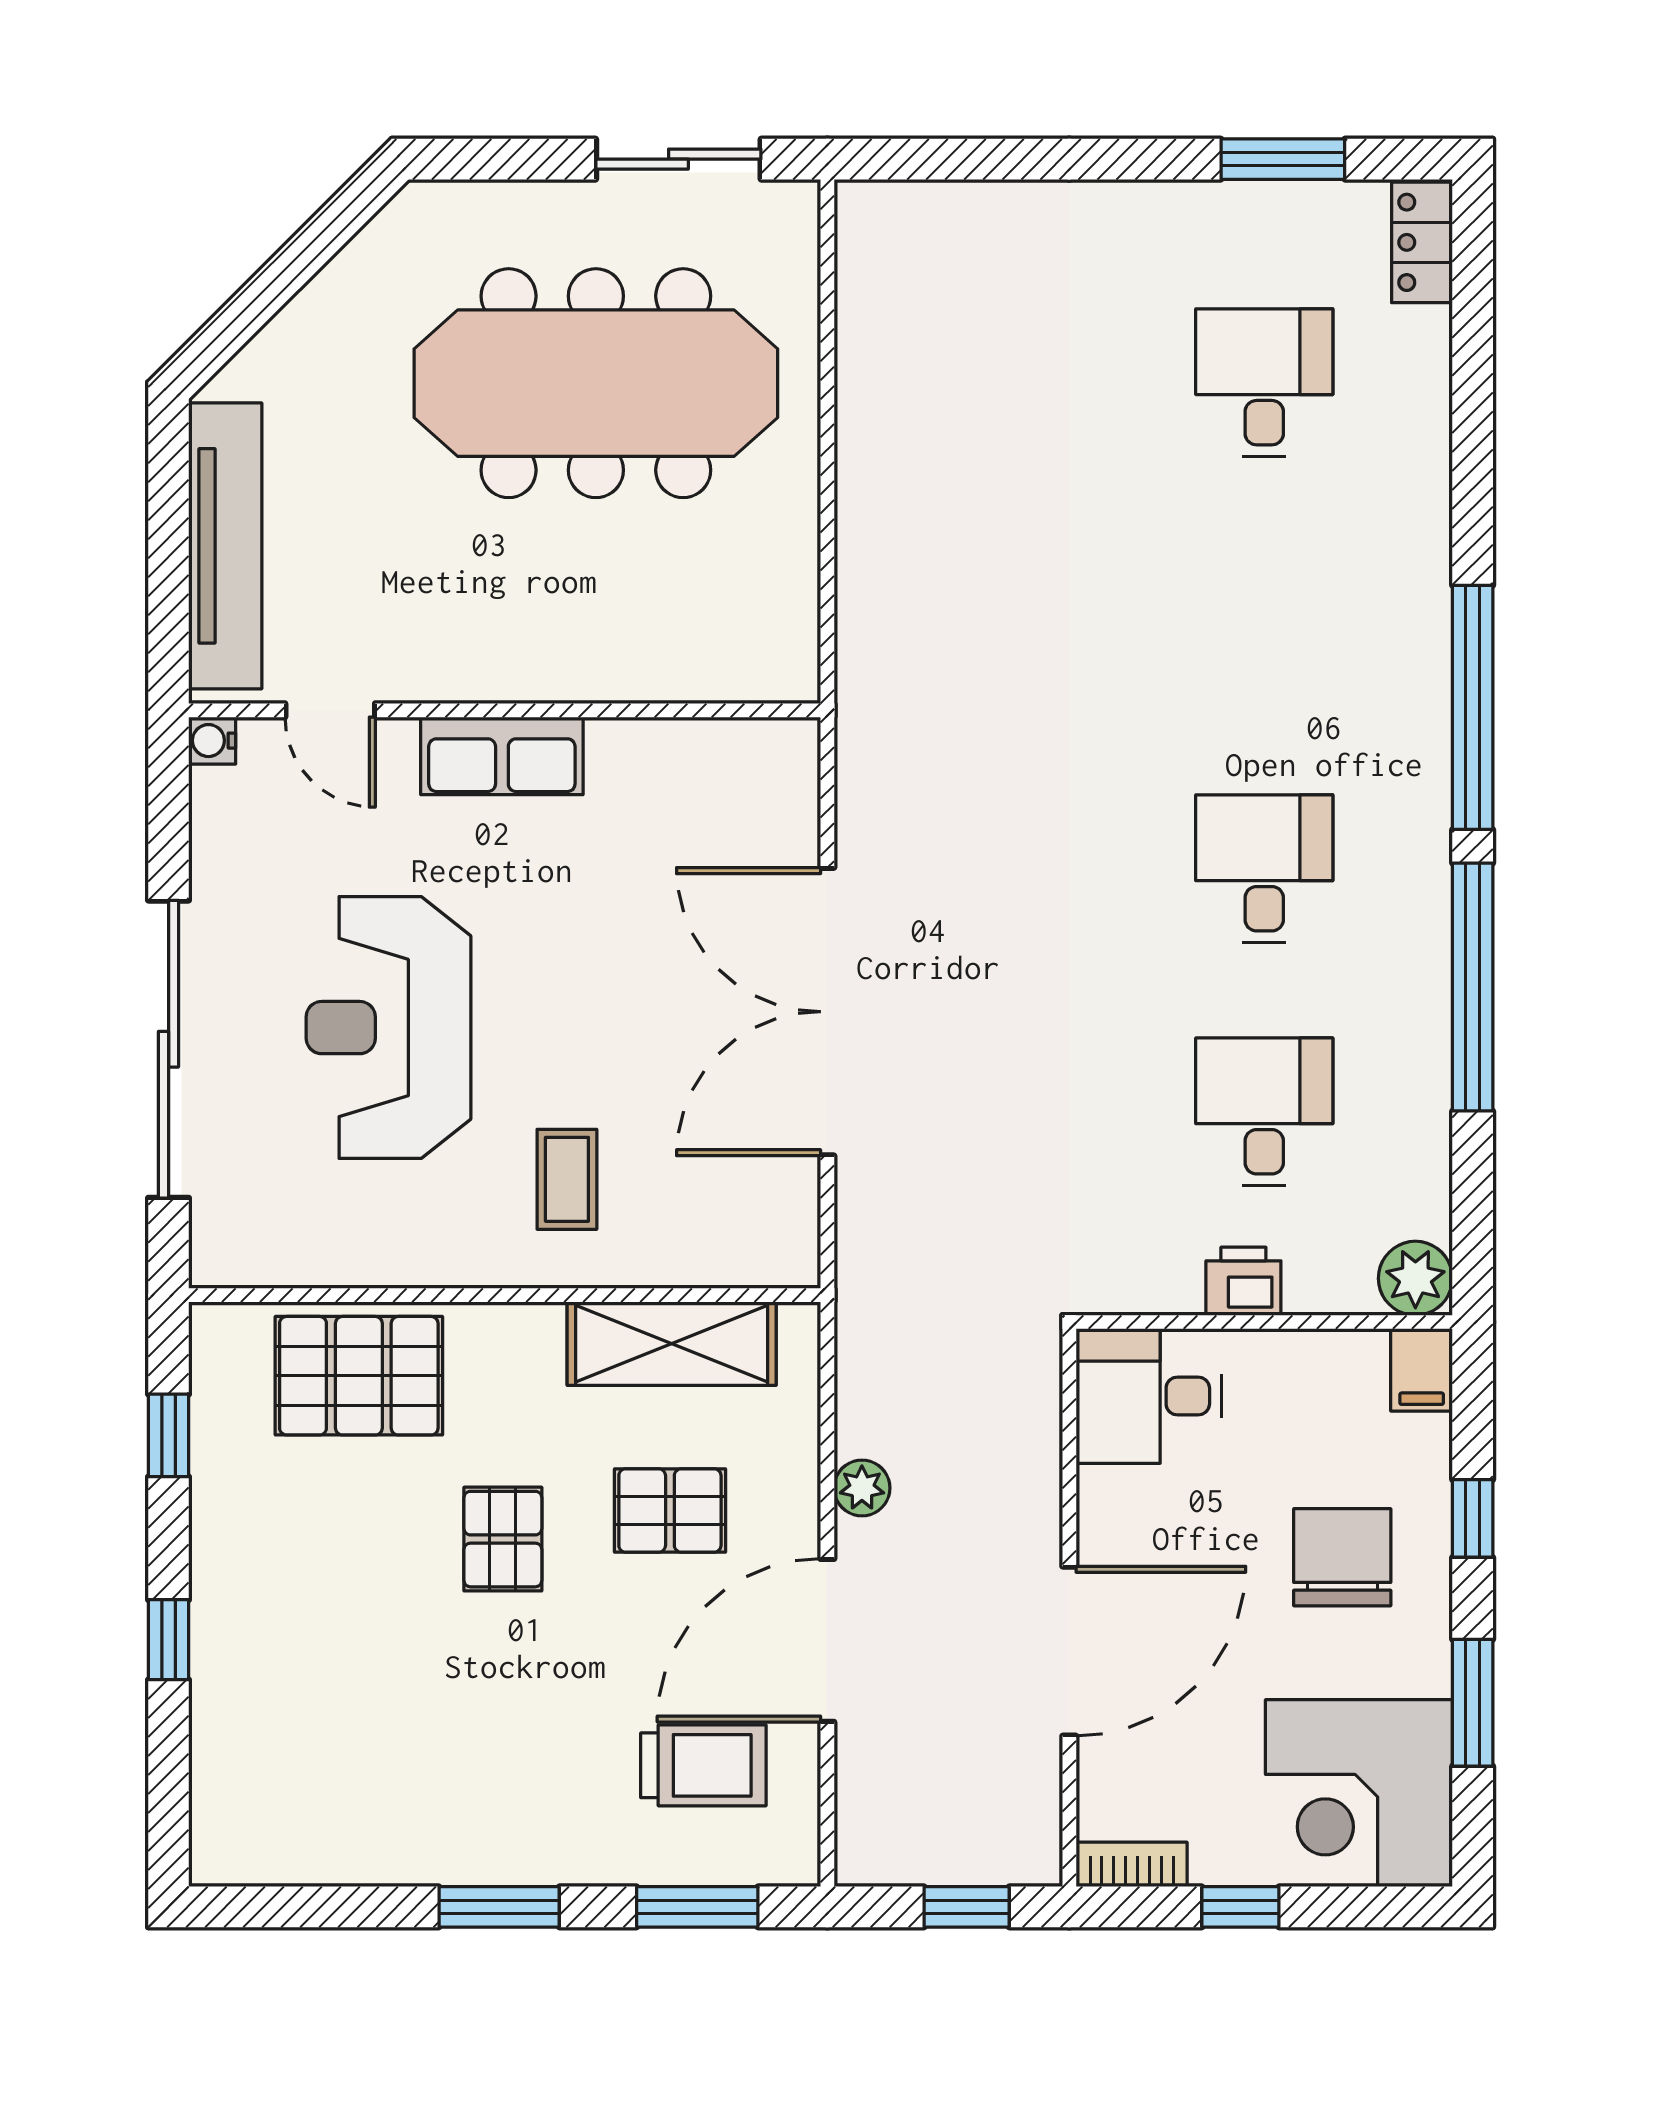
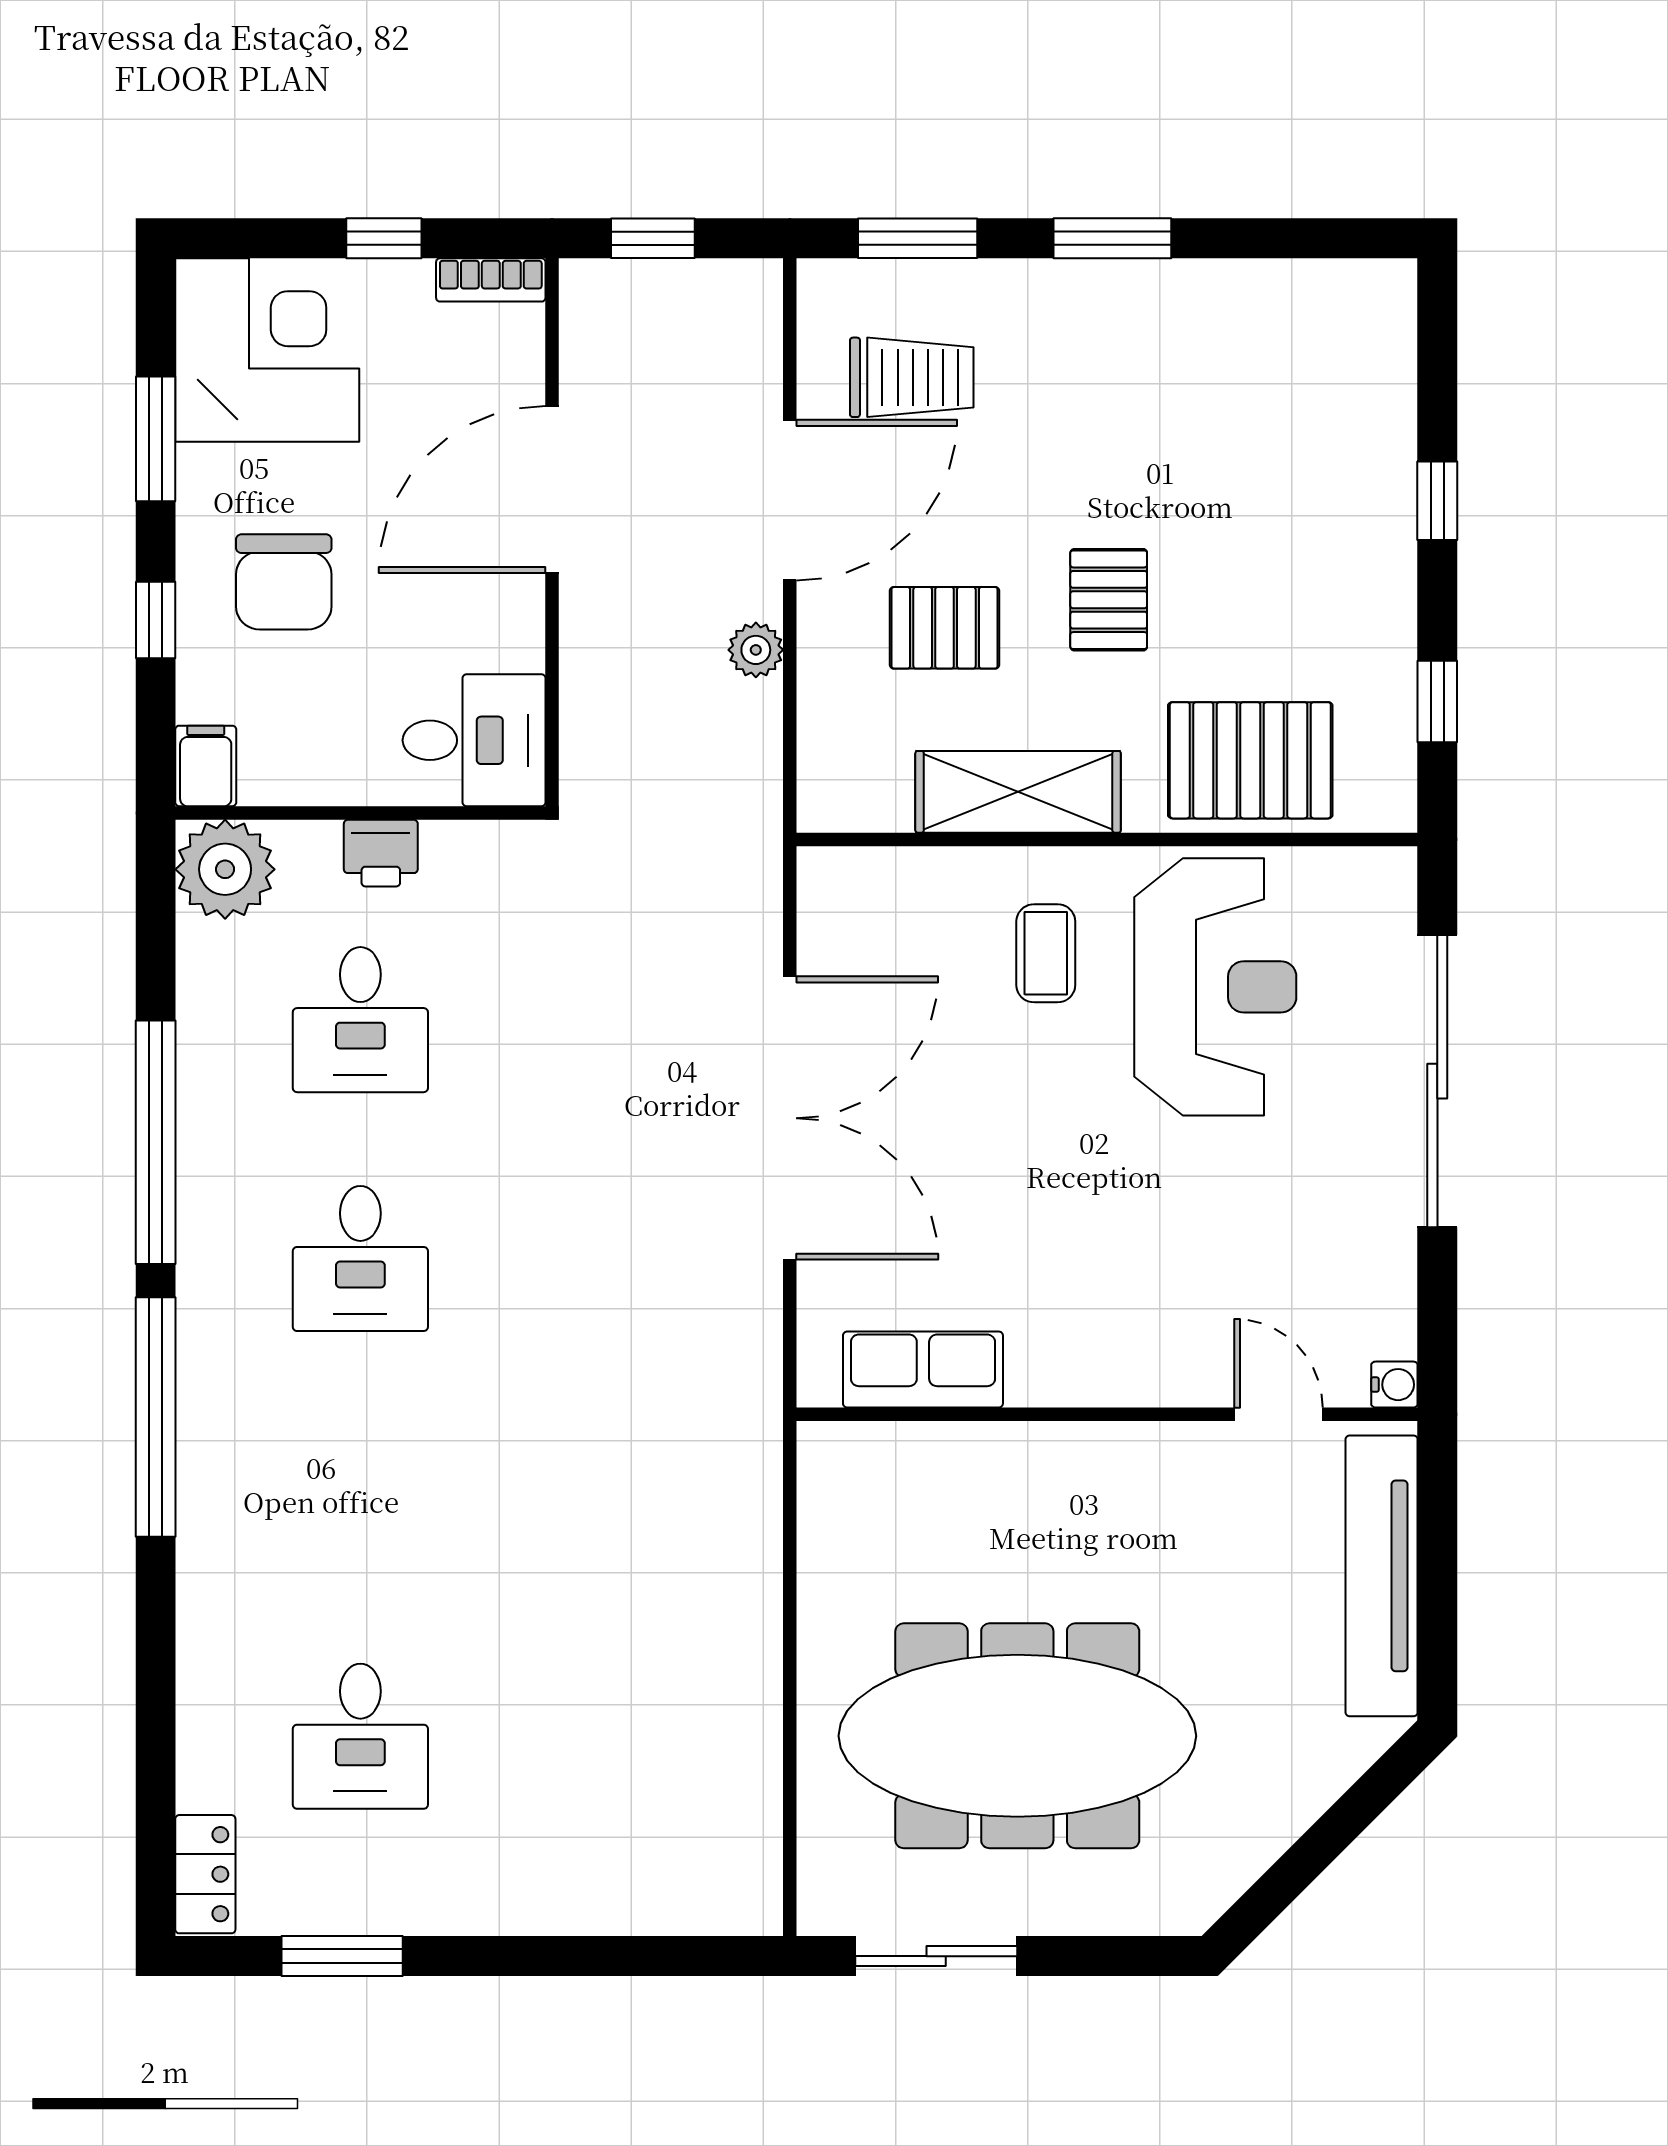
row of seats: (502, 756) -> (923, 1369), moved
reception desk: (388, 1028) -> (1215, 987), moved
plant: (1415, 1278) -> (225, 869), width x1.36, depth x1.36
shelving: (672, 1344) -> (1018, 792), moved
trolley: (703, 1765) -> (912, 377), turned 180

